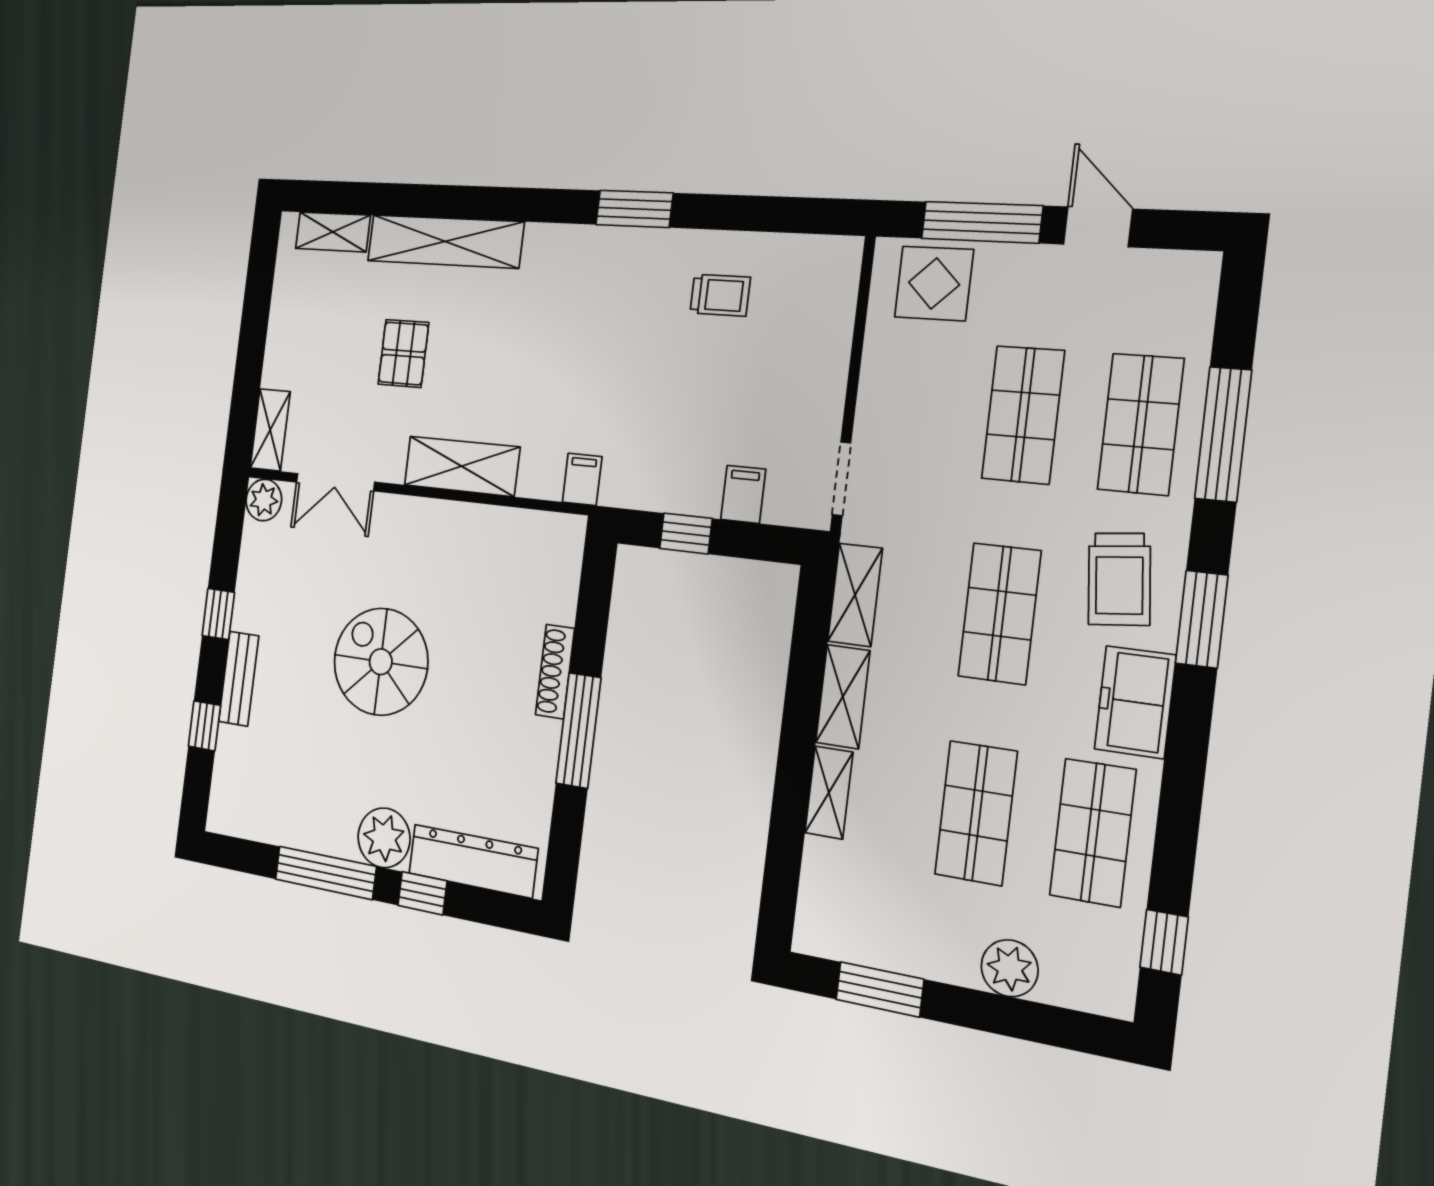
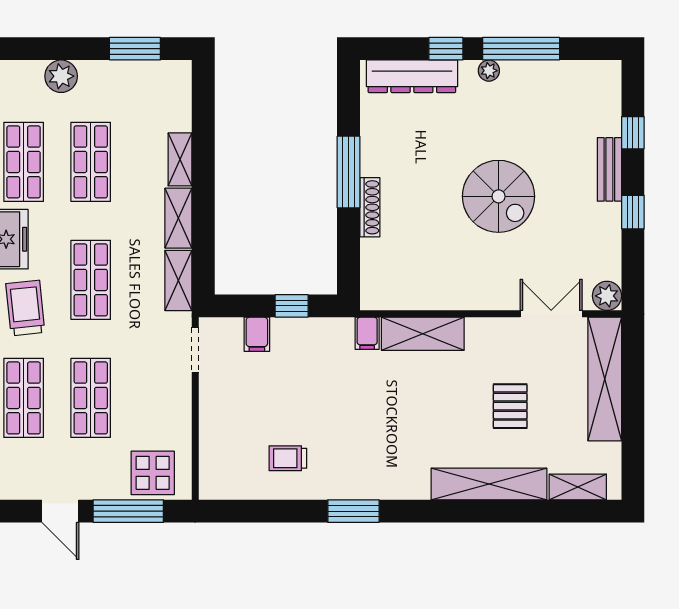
shelving: (270, 430) -> (605, 379), width x2.20, depth x1.33
shelving: (462, 466) -> (423, 334), moved
plant: (384, 838) -> (489, 71), width x0.53, depth x0.53

